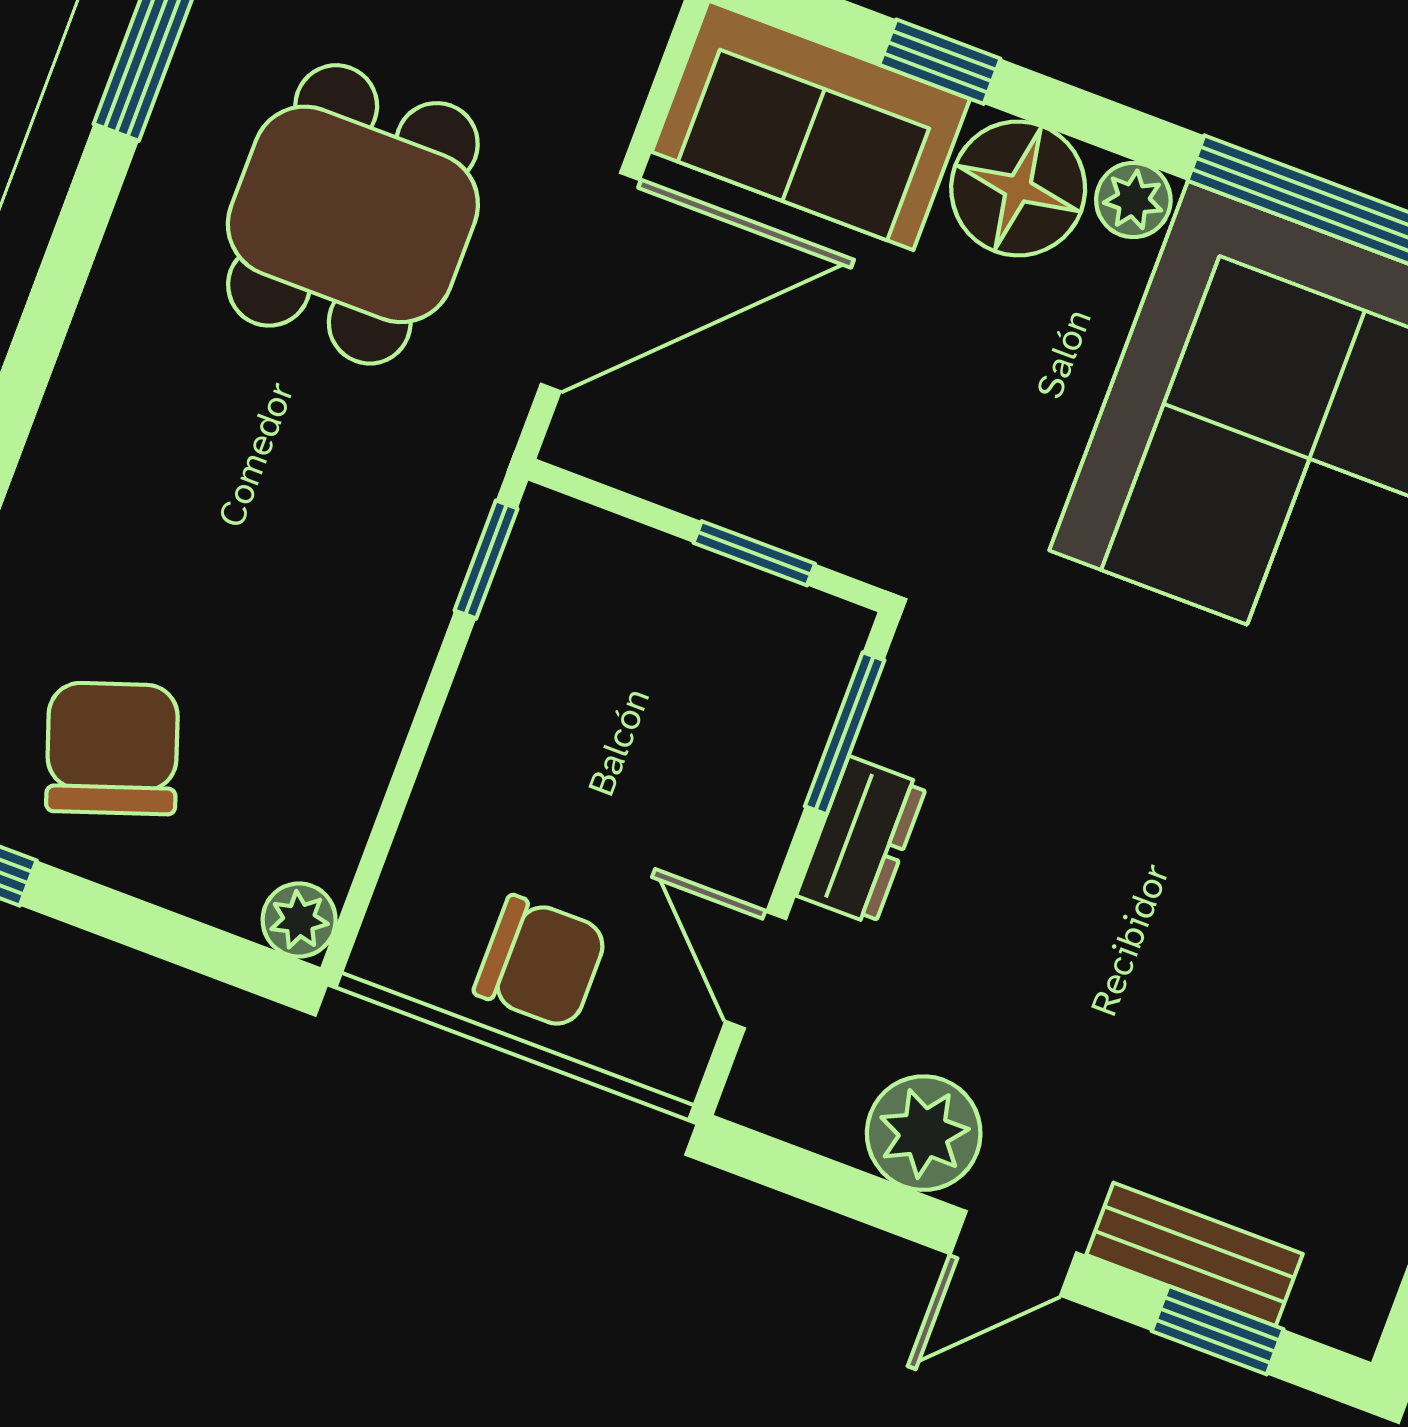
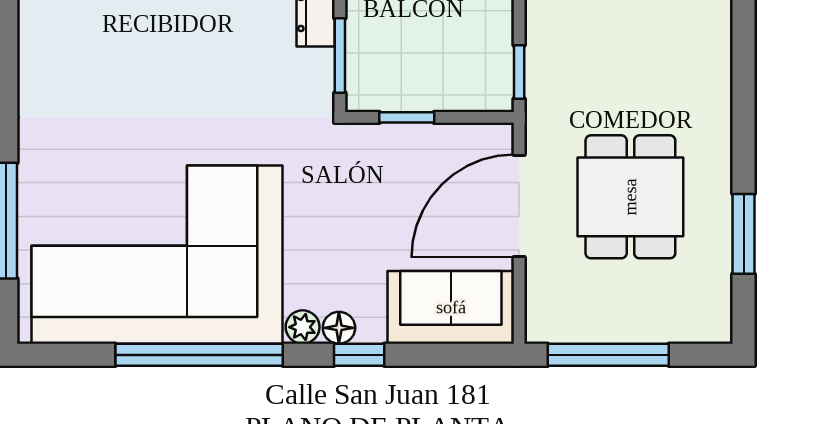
window: (940, 62) -> (359, 355), moved
floor lamp: (1018, 188) -> (339, 328), width x0.53, depth x0.53

